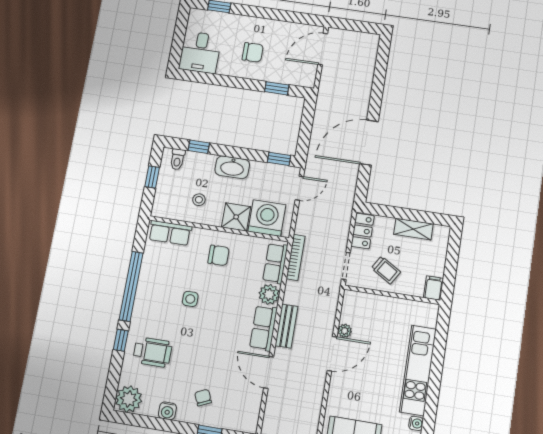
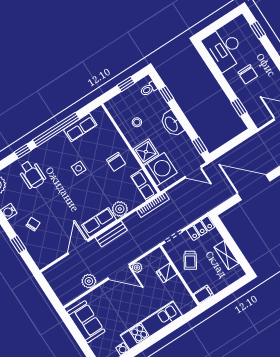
desk: (200, 52) -> (224, 49), width x1.37
row of seats: (170, 233) -> (80, 127), moved, turned -90
row of seats: (275, 263) -> (144, 185), moved, turned -90
fridge: (377, 305) -> (167, 273), added
plant: (314, 393) -> (89, 281), added

